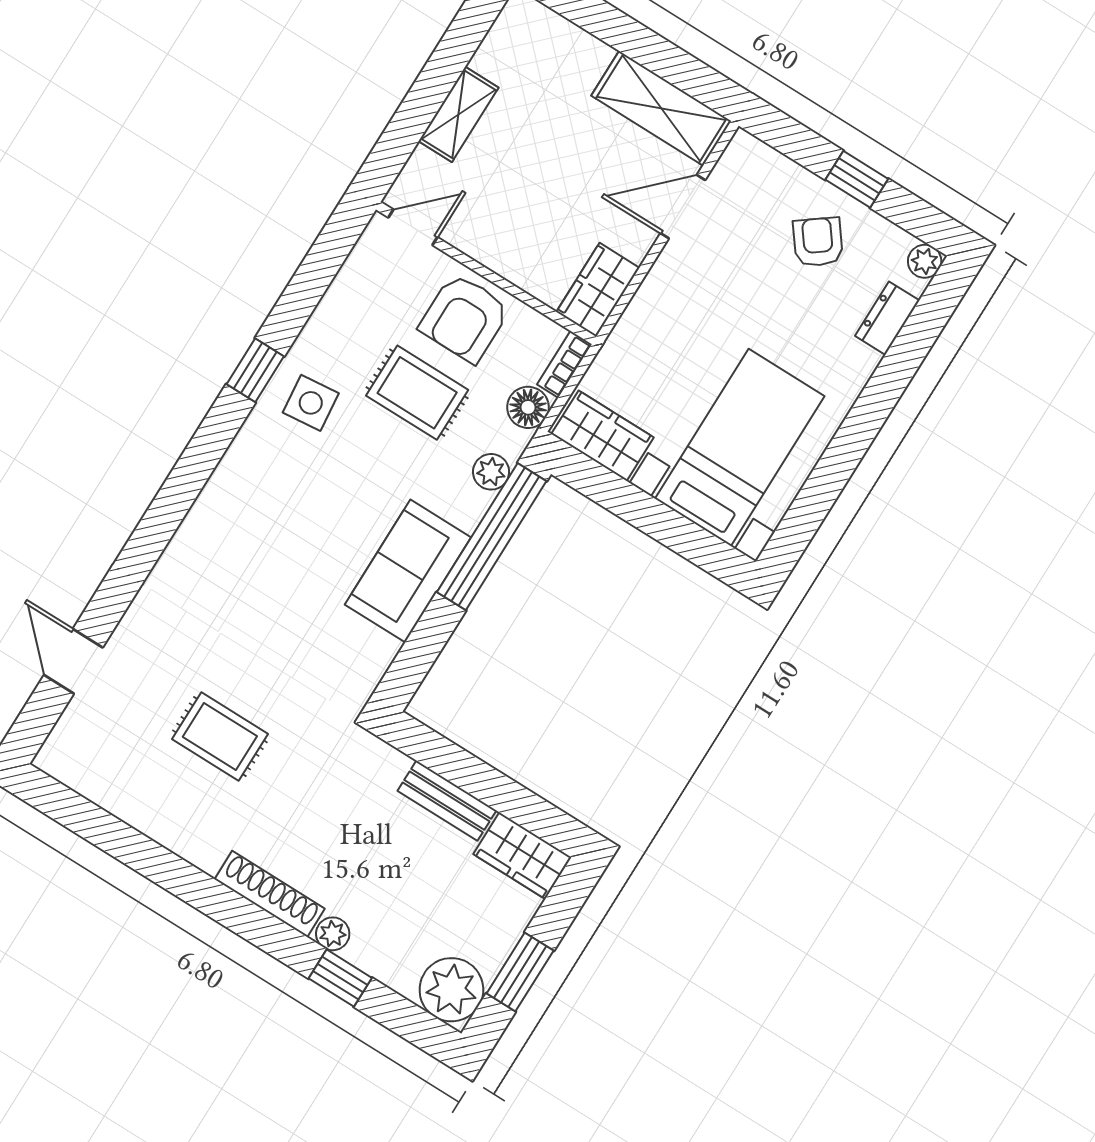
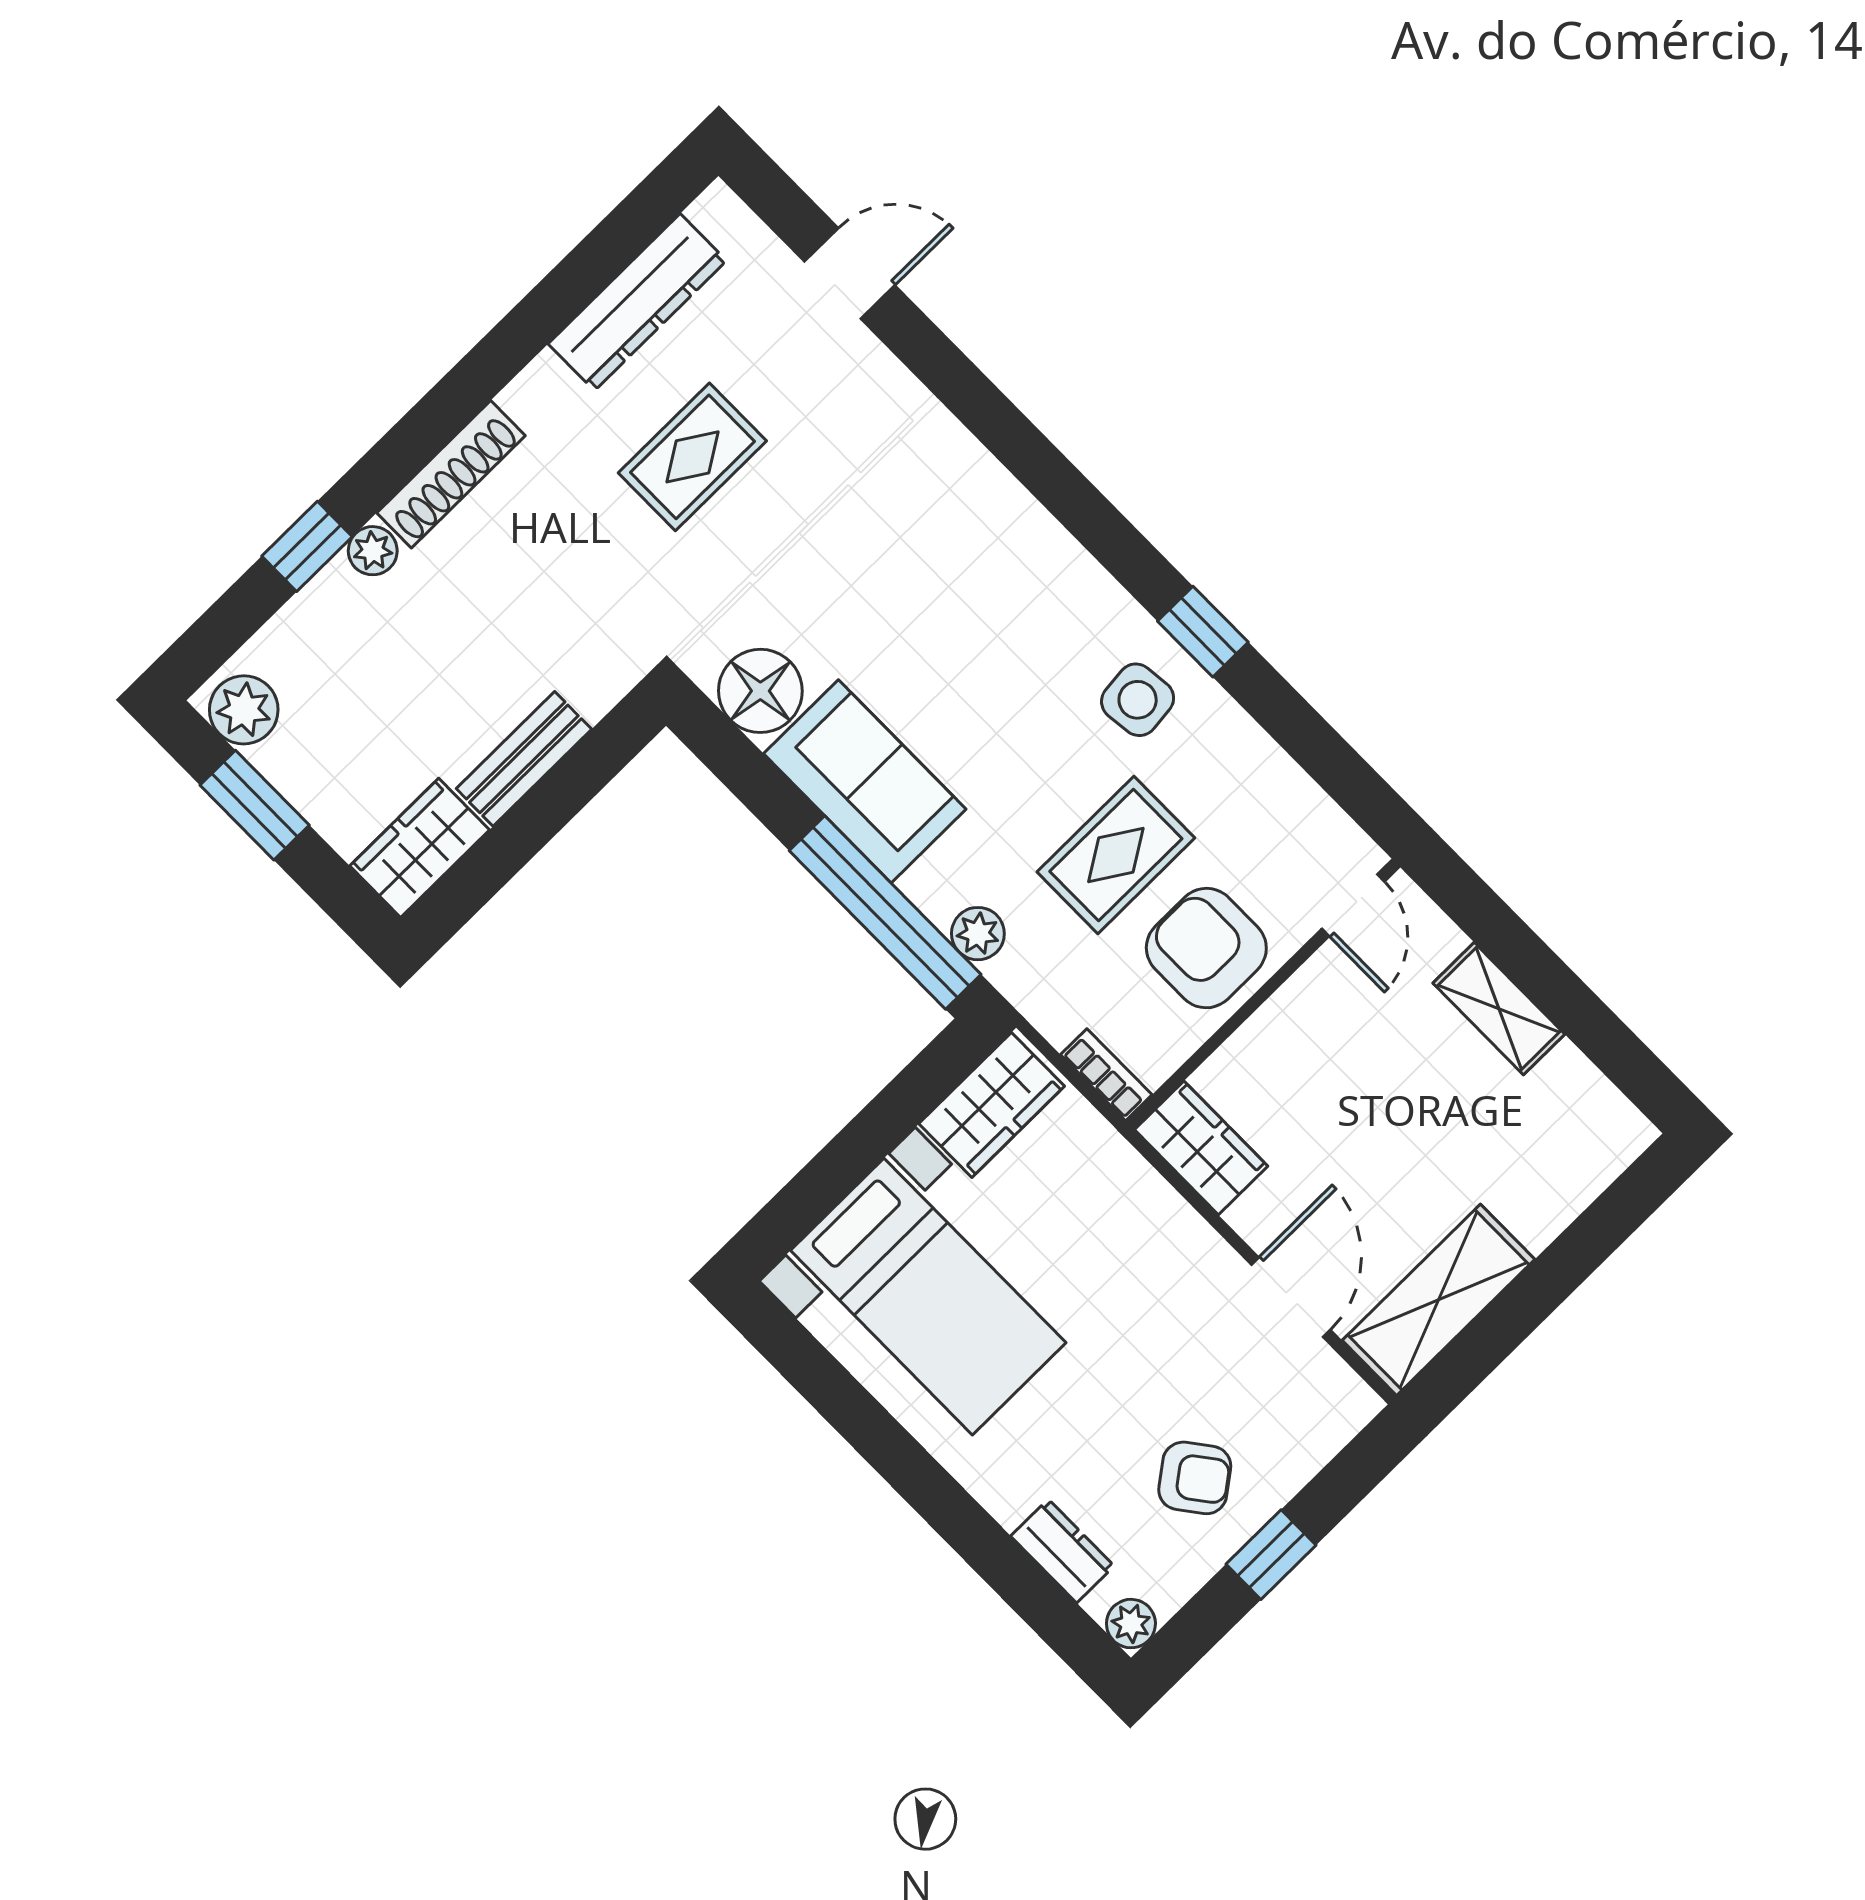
floor lamp: (528, 407) -> (760, 691), moved, width x1.38, depth x1.38
dresser: (126, 798) -> (637, 302), added
plant: (451, 990) -> (244, 710), width x0.73, depth x0.73

